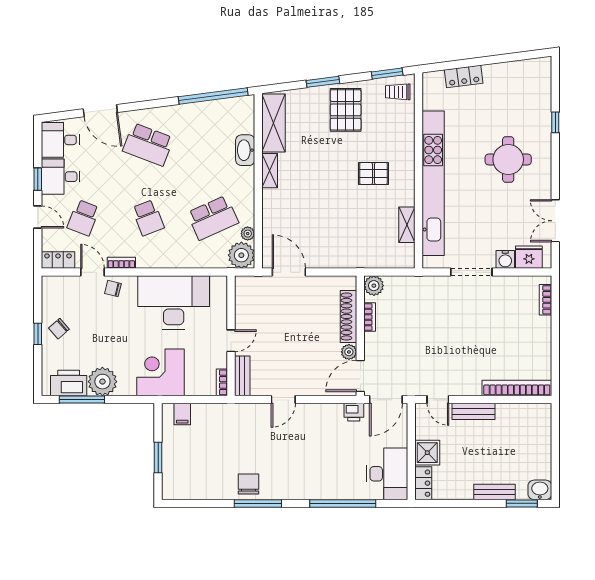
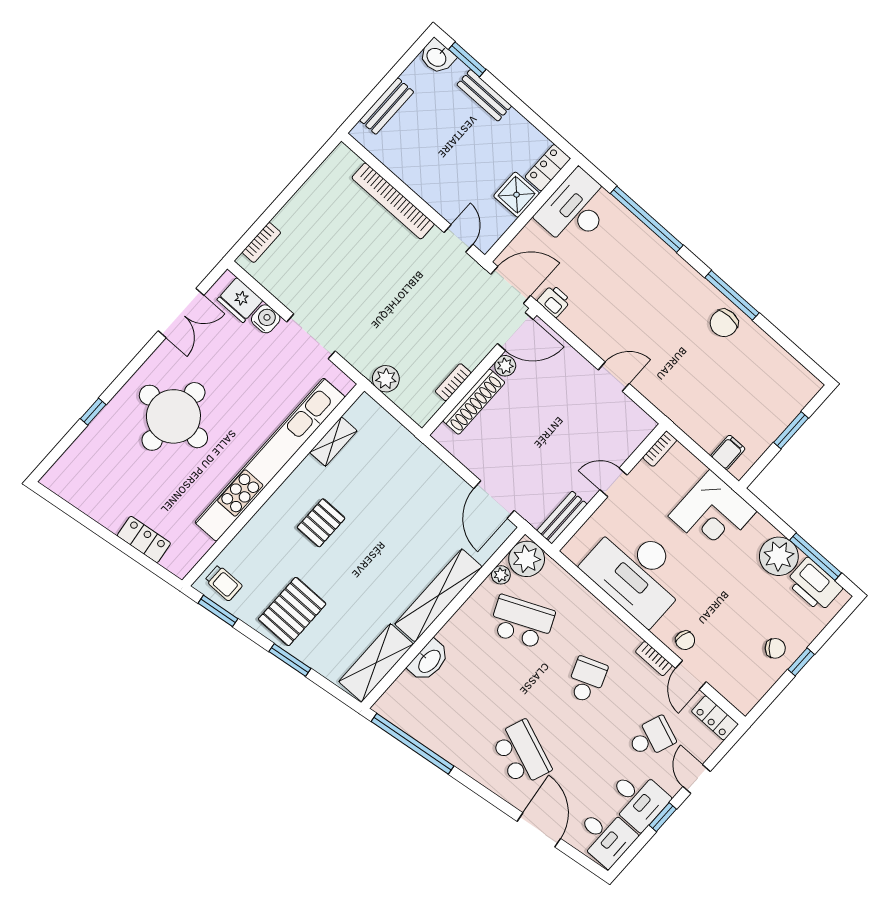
round table: (508, 159) -> (173, 416), width x1.36, depth x1.36
shelving: (270, 171) -> (439, 596), width x2.20, depth x1.33
pallet: (373, 173) -> (321, 523), turned 90
plant: (374, 286) -> (386, 379), moved
bench: (242, 376) -> (562, 517), moved
bookcase: (517, 388) -> (393, 201), moved
bench: (474, 411) -> (387, 106), moved, turned 90

